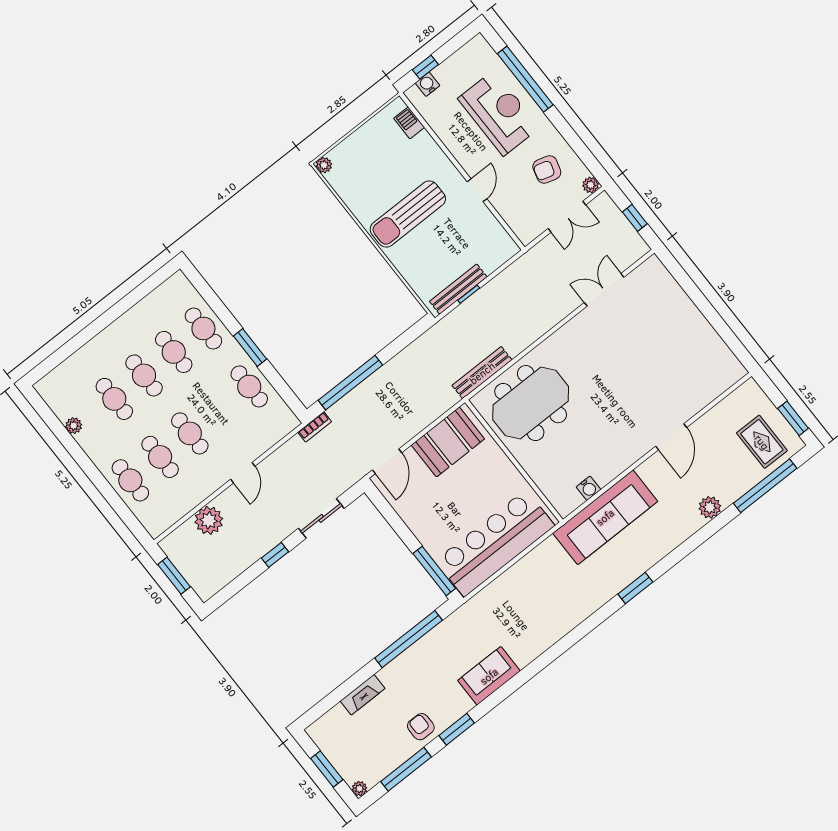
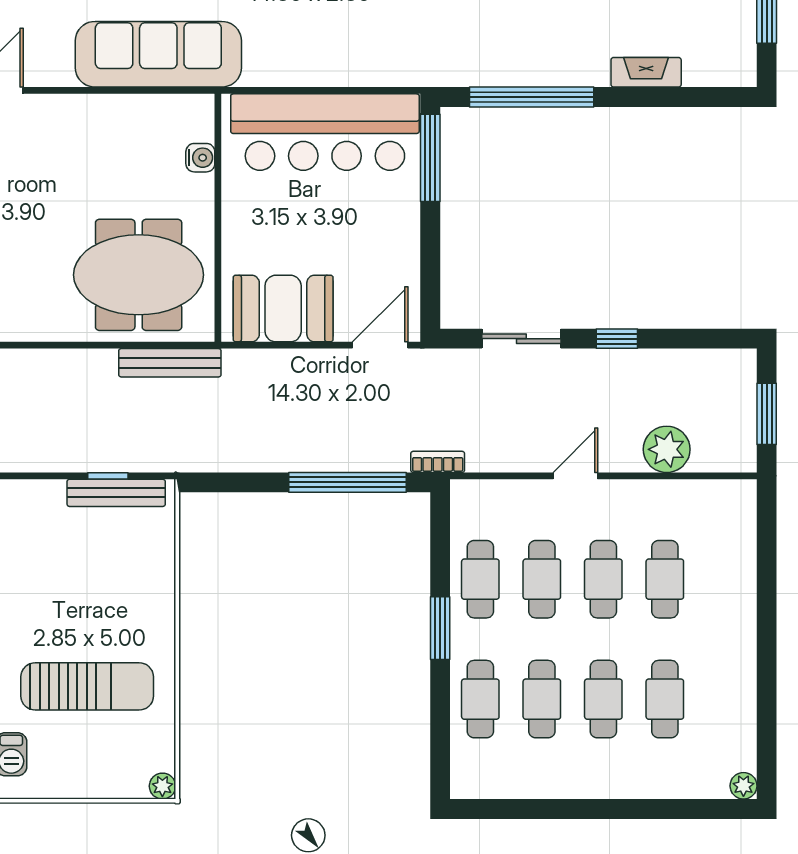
sun lounger: (408, 214) -> (87, 686), moved
plant: (74, 426) -> (743, 786), moved
cafe table: (130, 480) -> (542, 579), moved
water cooler: (589, 488) -> (200, 158), moved, turned 90

